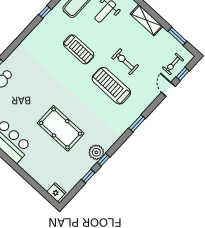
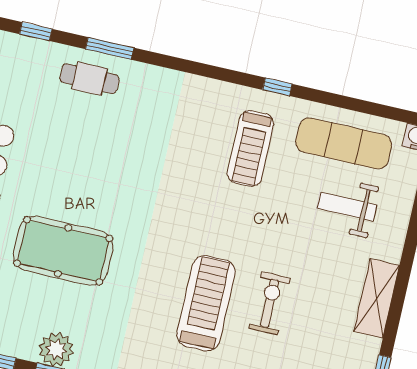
treadmill: (79, 49) -> (251, 148), moved
pool table: (61, 128) -> (63, 251), turned 90

